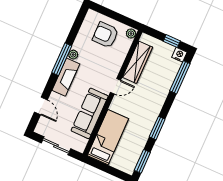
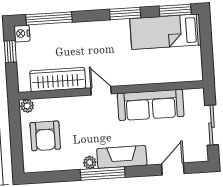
bed: (108, 137) -> (165, 32), moved

